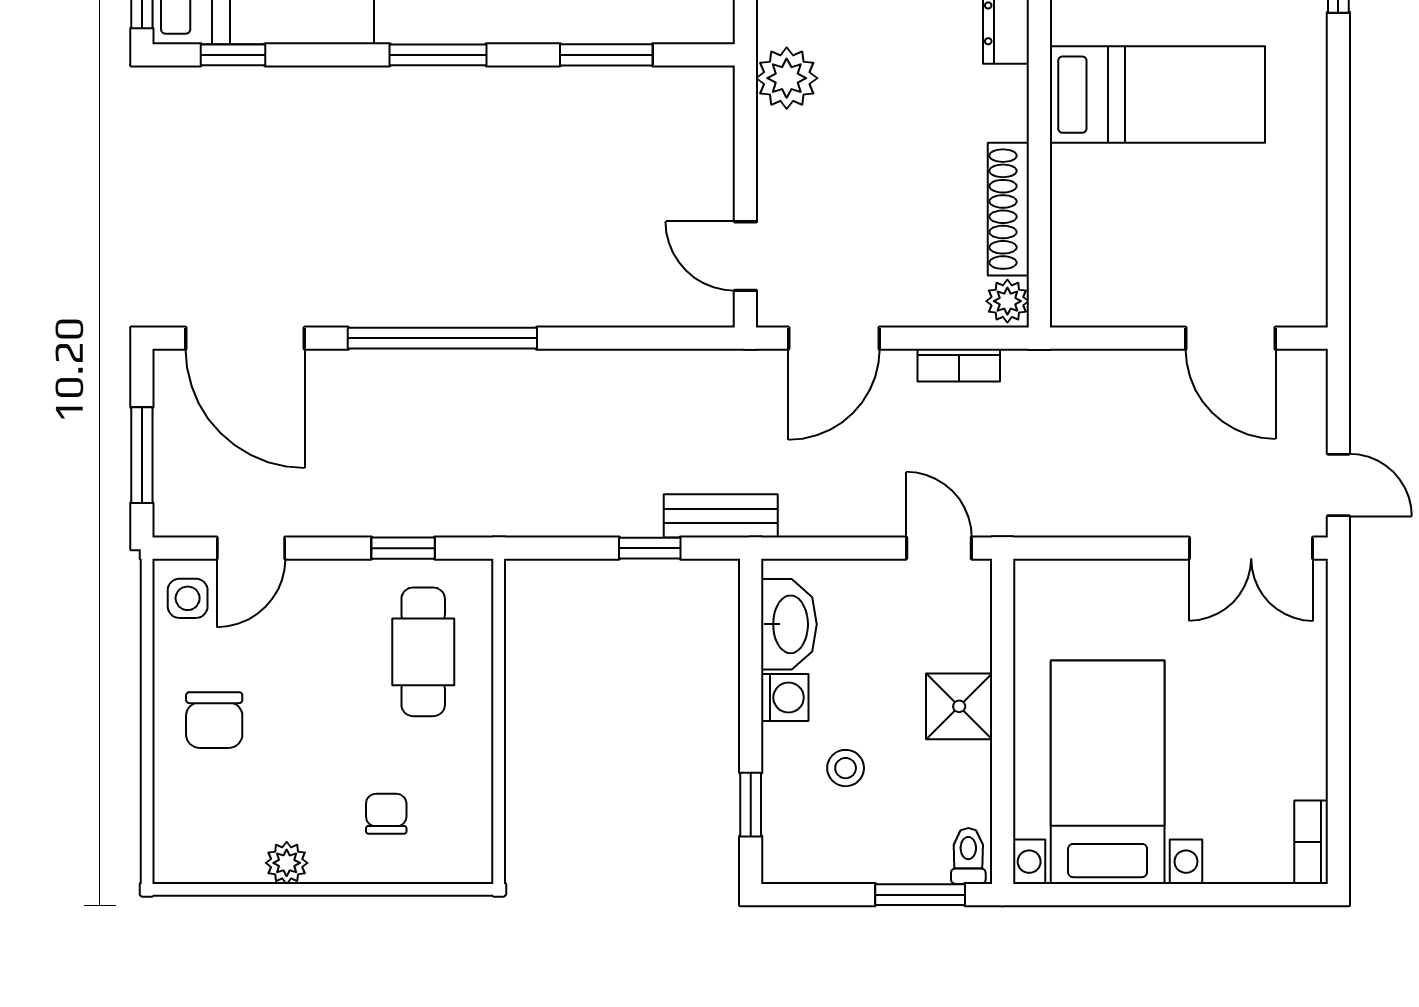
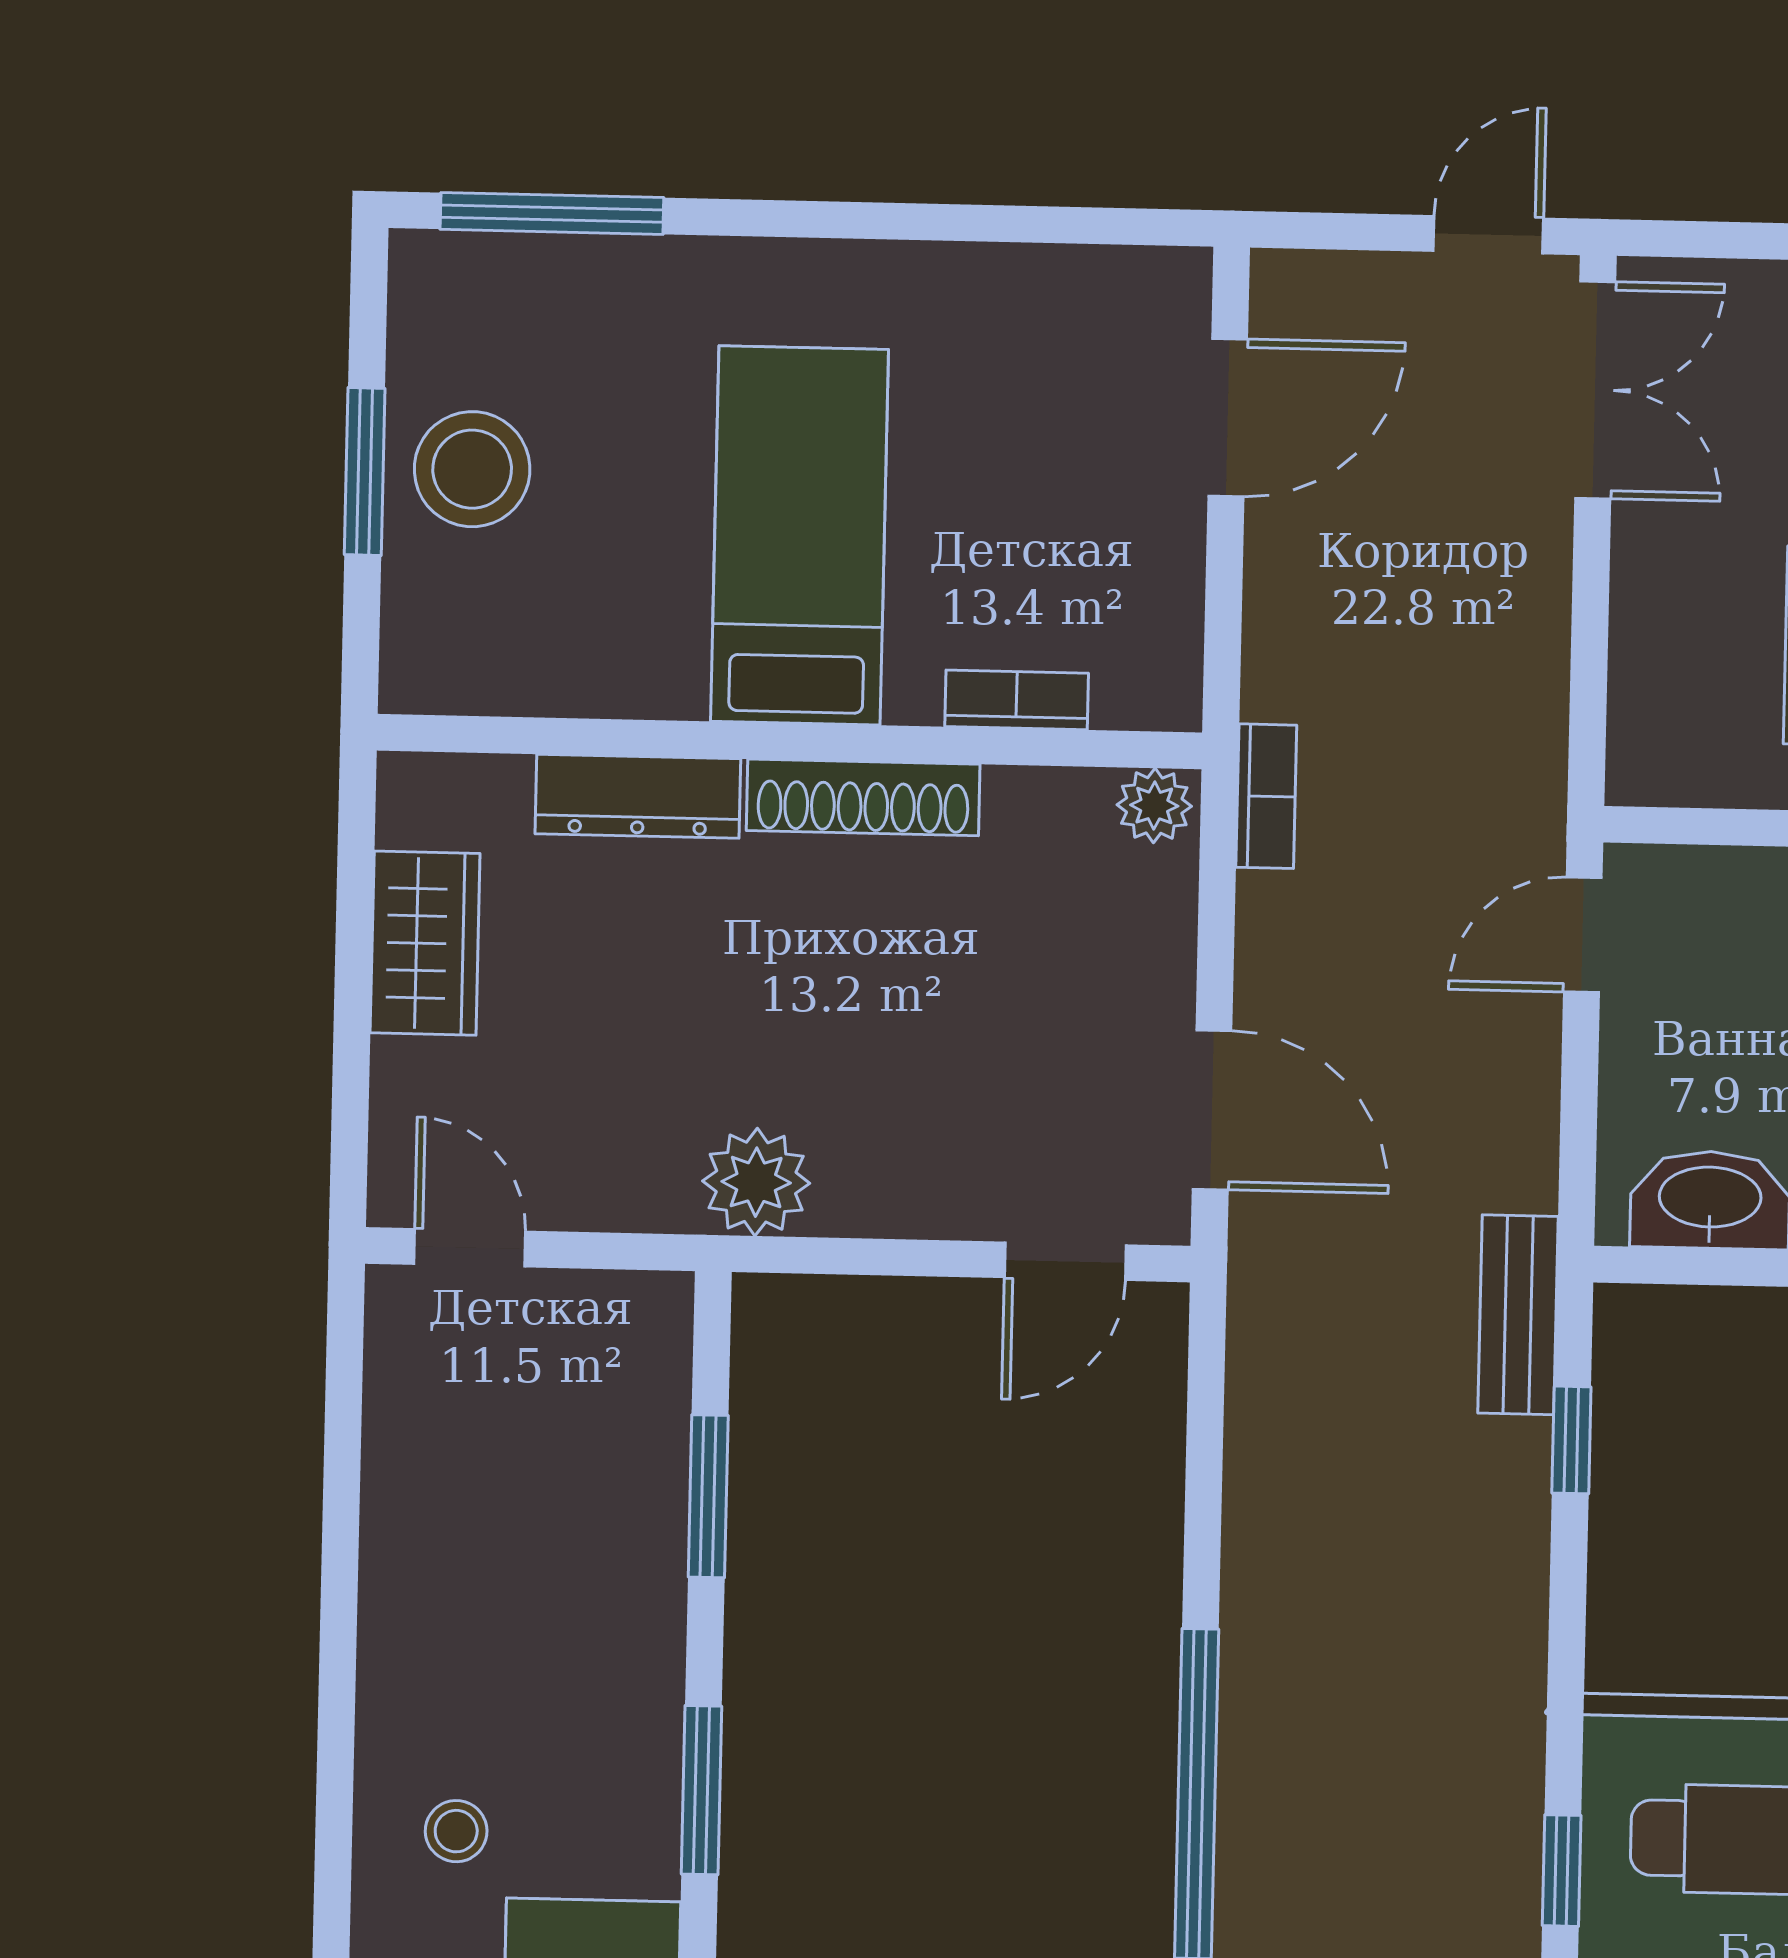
shoe rack: (1008, 209) -> (863, 797), moved
bookcase: (1066, 221) -> (1017, 700), added
bookcase: (959, 365) -> (1266, 796), moved

